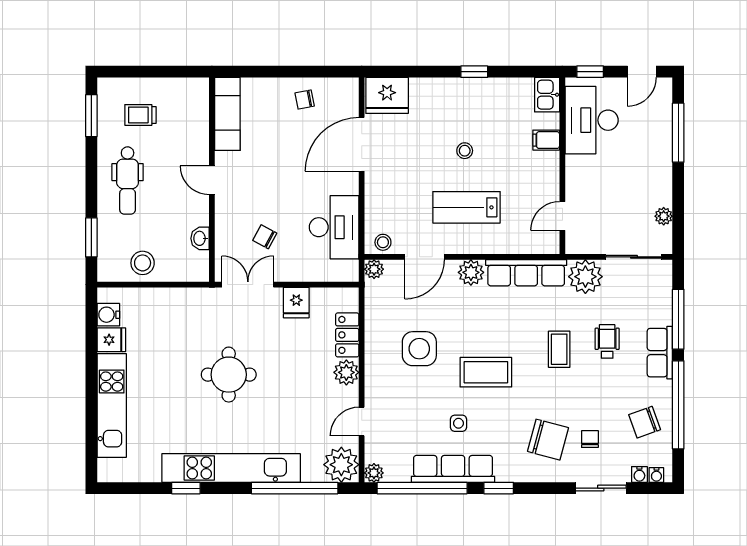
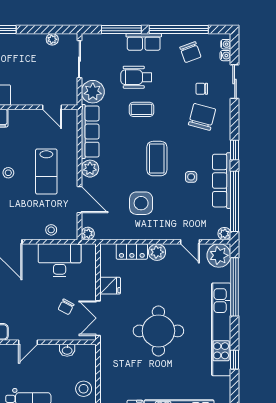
stool: (383, 242) -> (51, 230), moved
wheelchair: (607, 341) -> (136, 77), width x1.36, depth x1.37
round table: (229, 375) -> (158, 331), width x1.36, depth x1.36

